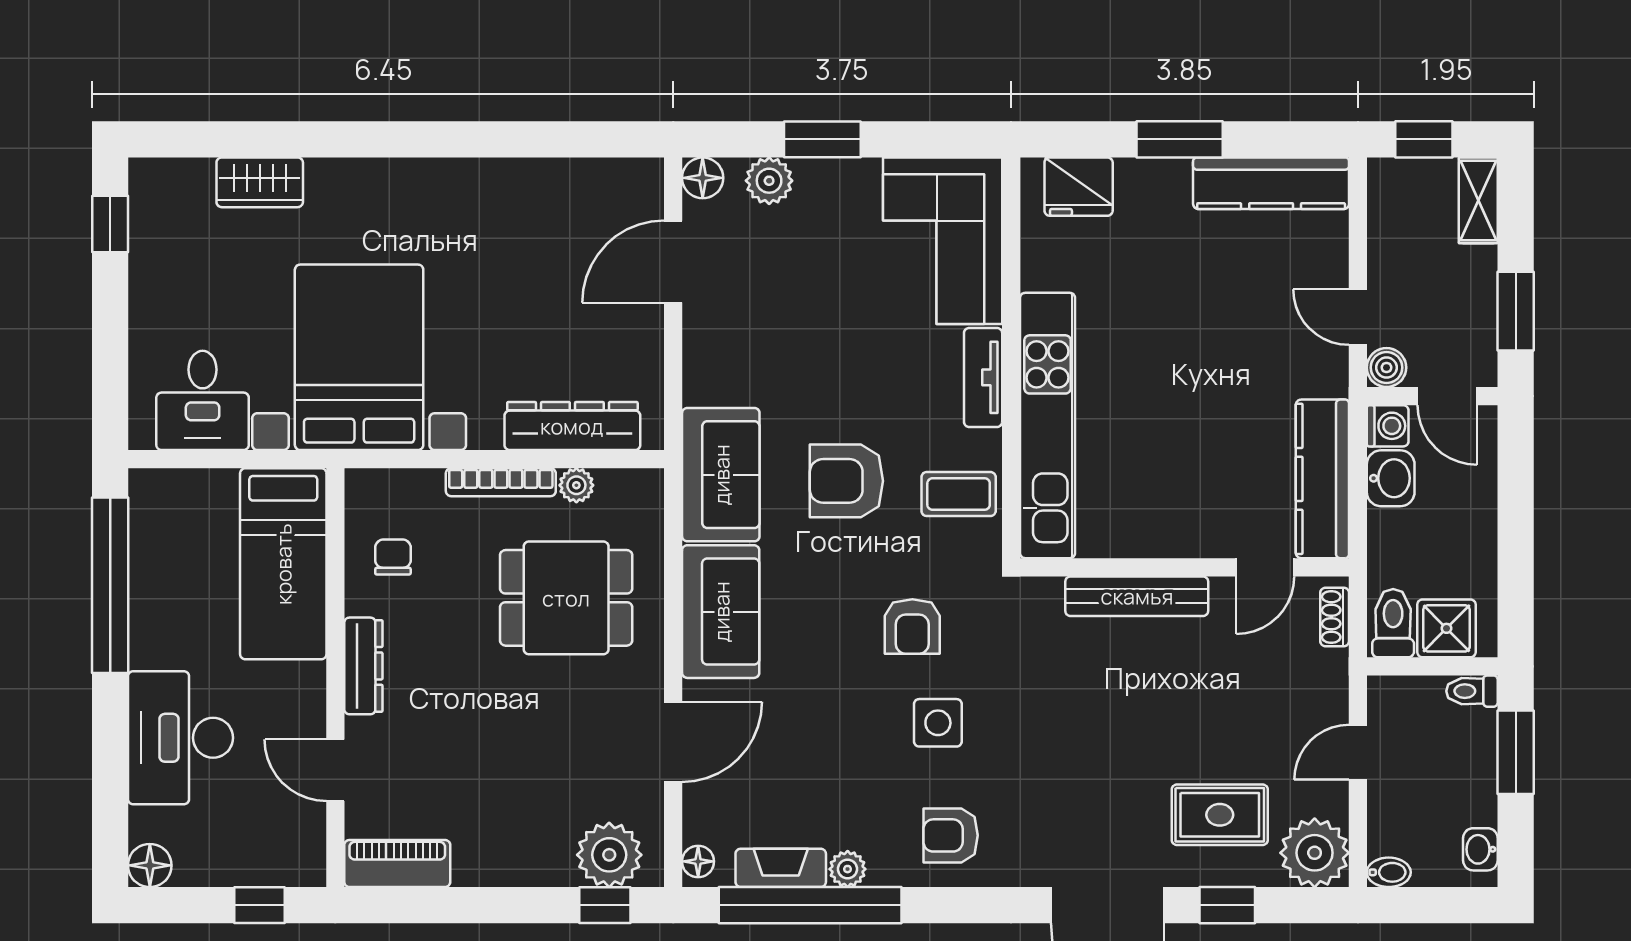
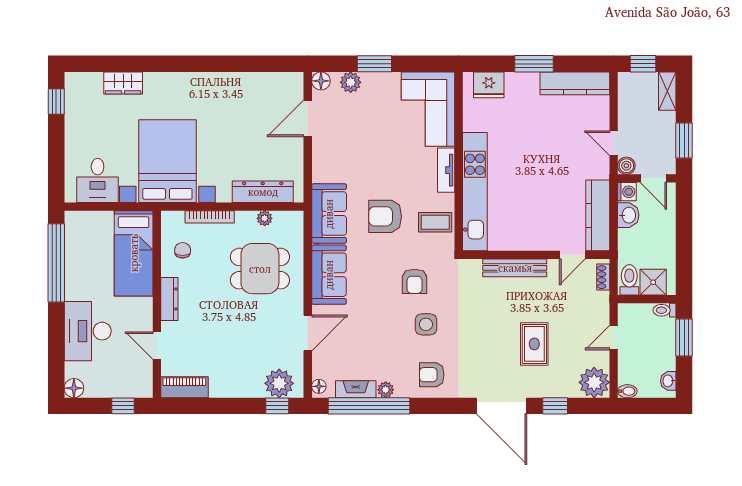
bookcase: (501, 482) -> (210, 217), moved
rug: (1220, 815) -> (534, 344), moved, turned 90

